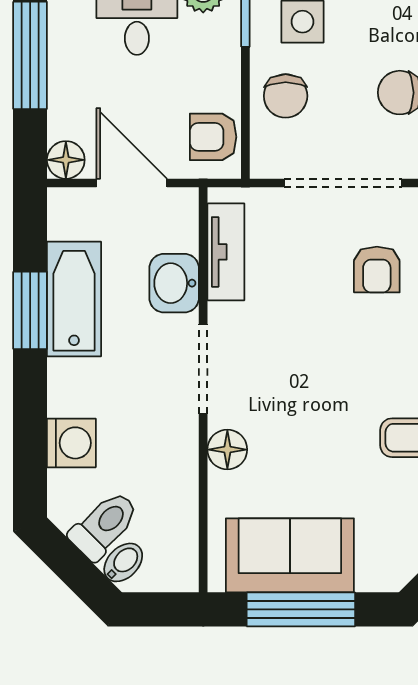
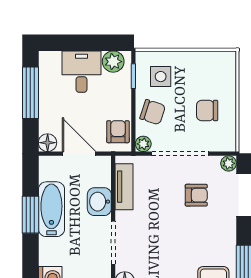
chair: (286, 96) -> (153, 112), turned -72
armchair: (213, 137) -> (118, 132), turned 90
plant: (266, 162) -> (143, 144), added
armchair: (377, 270) -> (196, 195), turned -90

